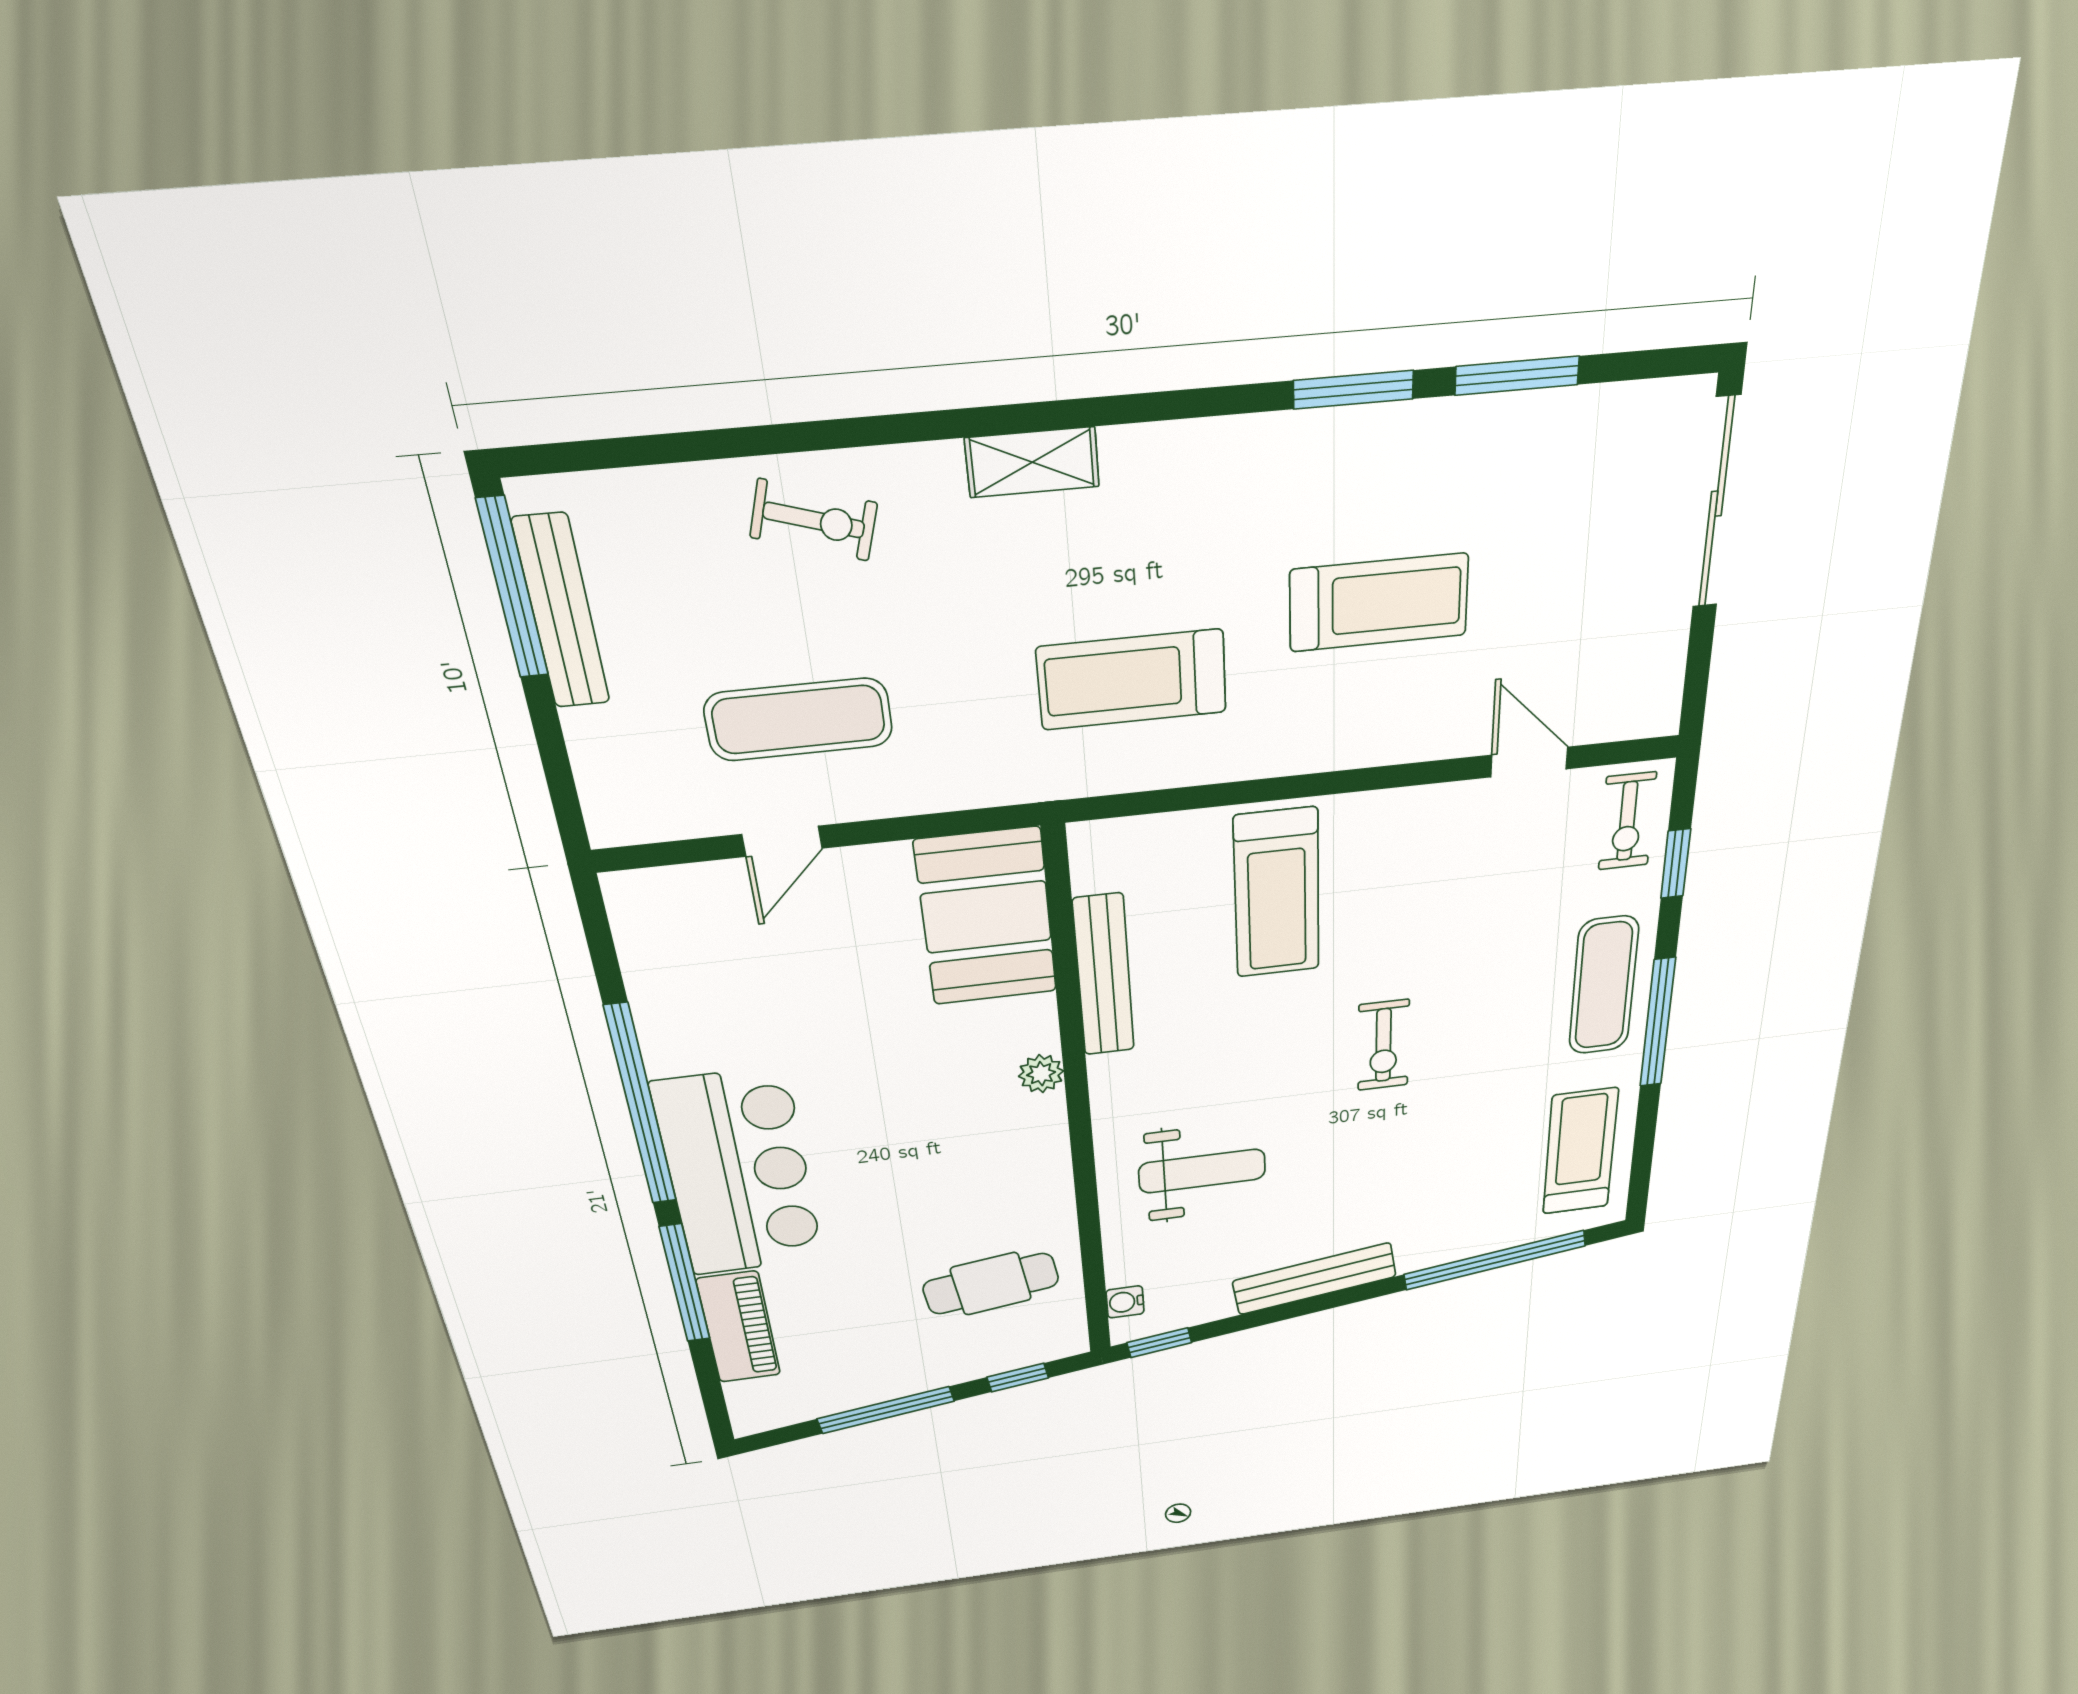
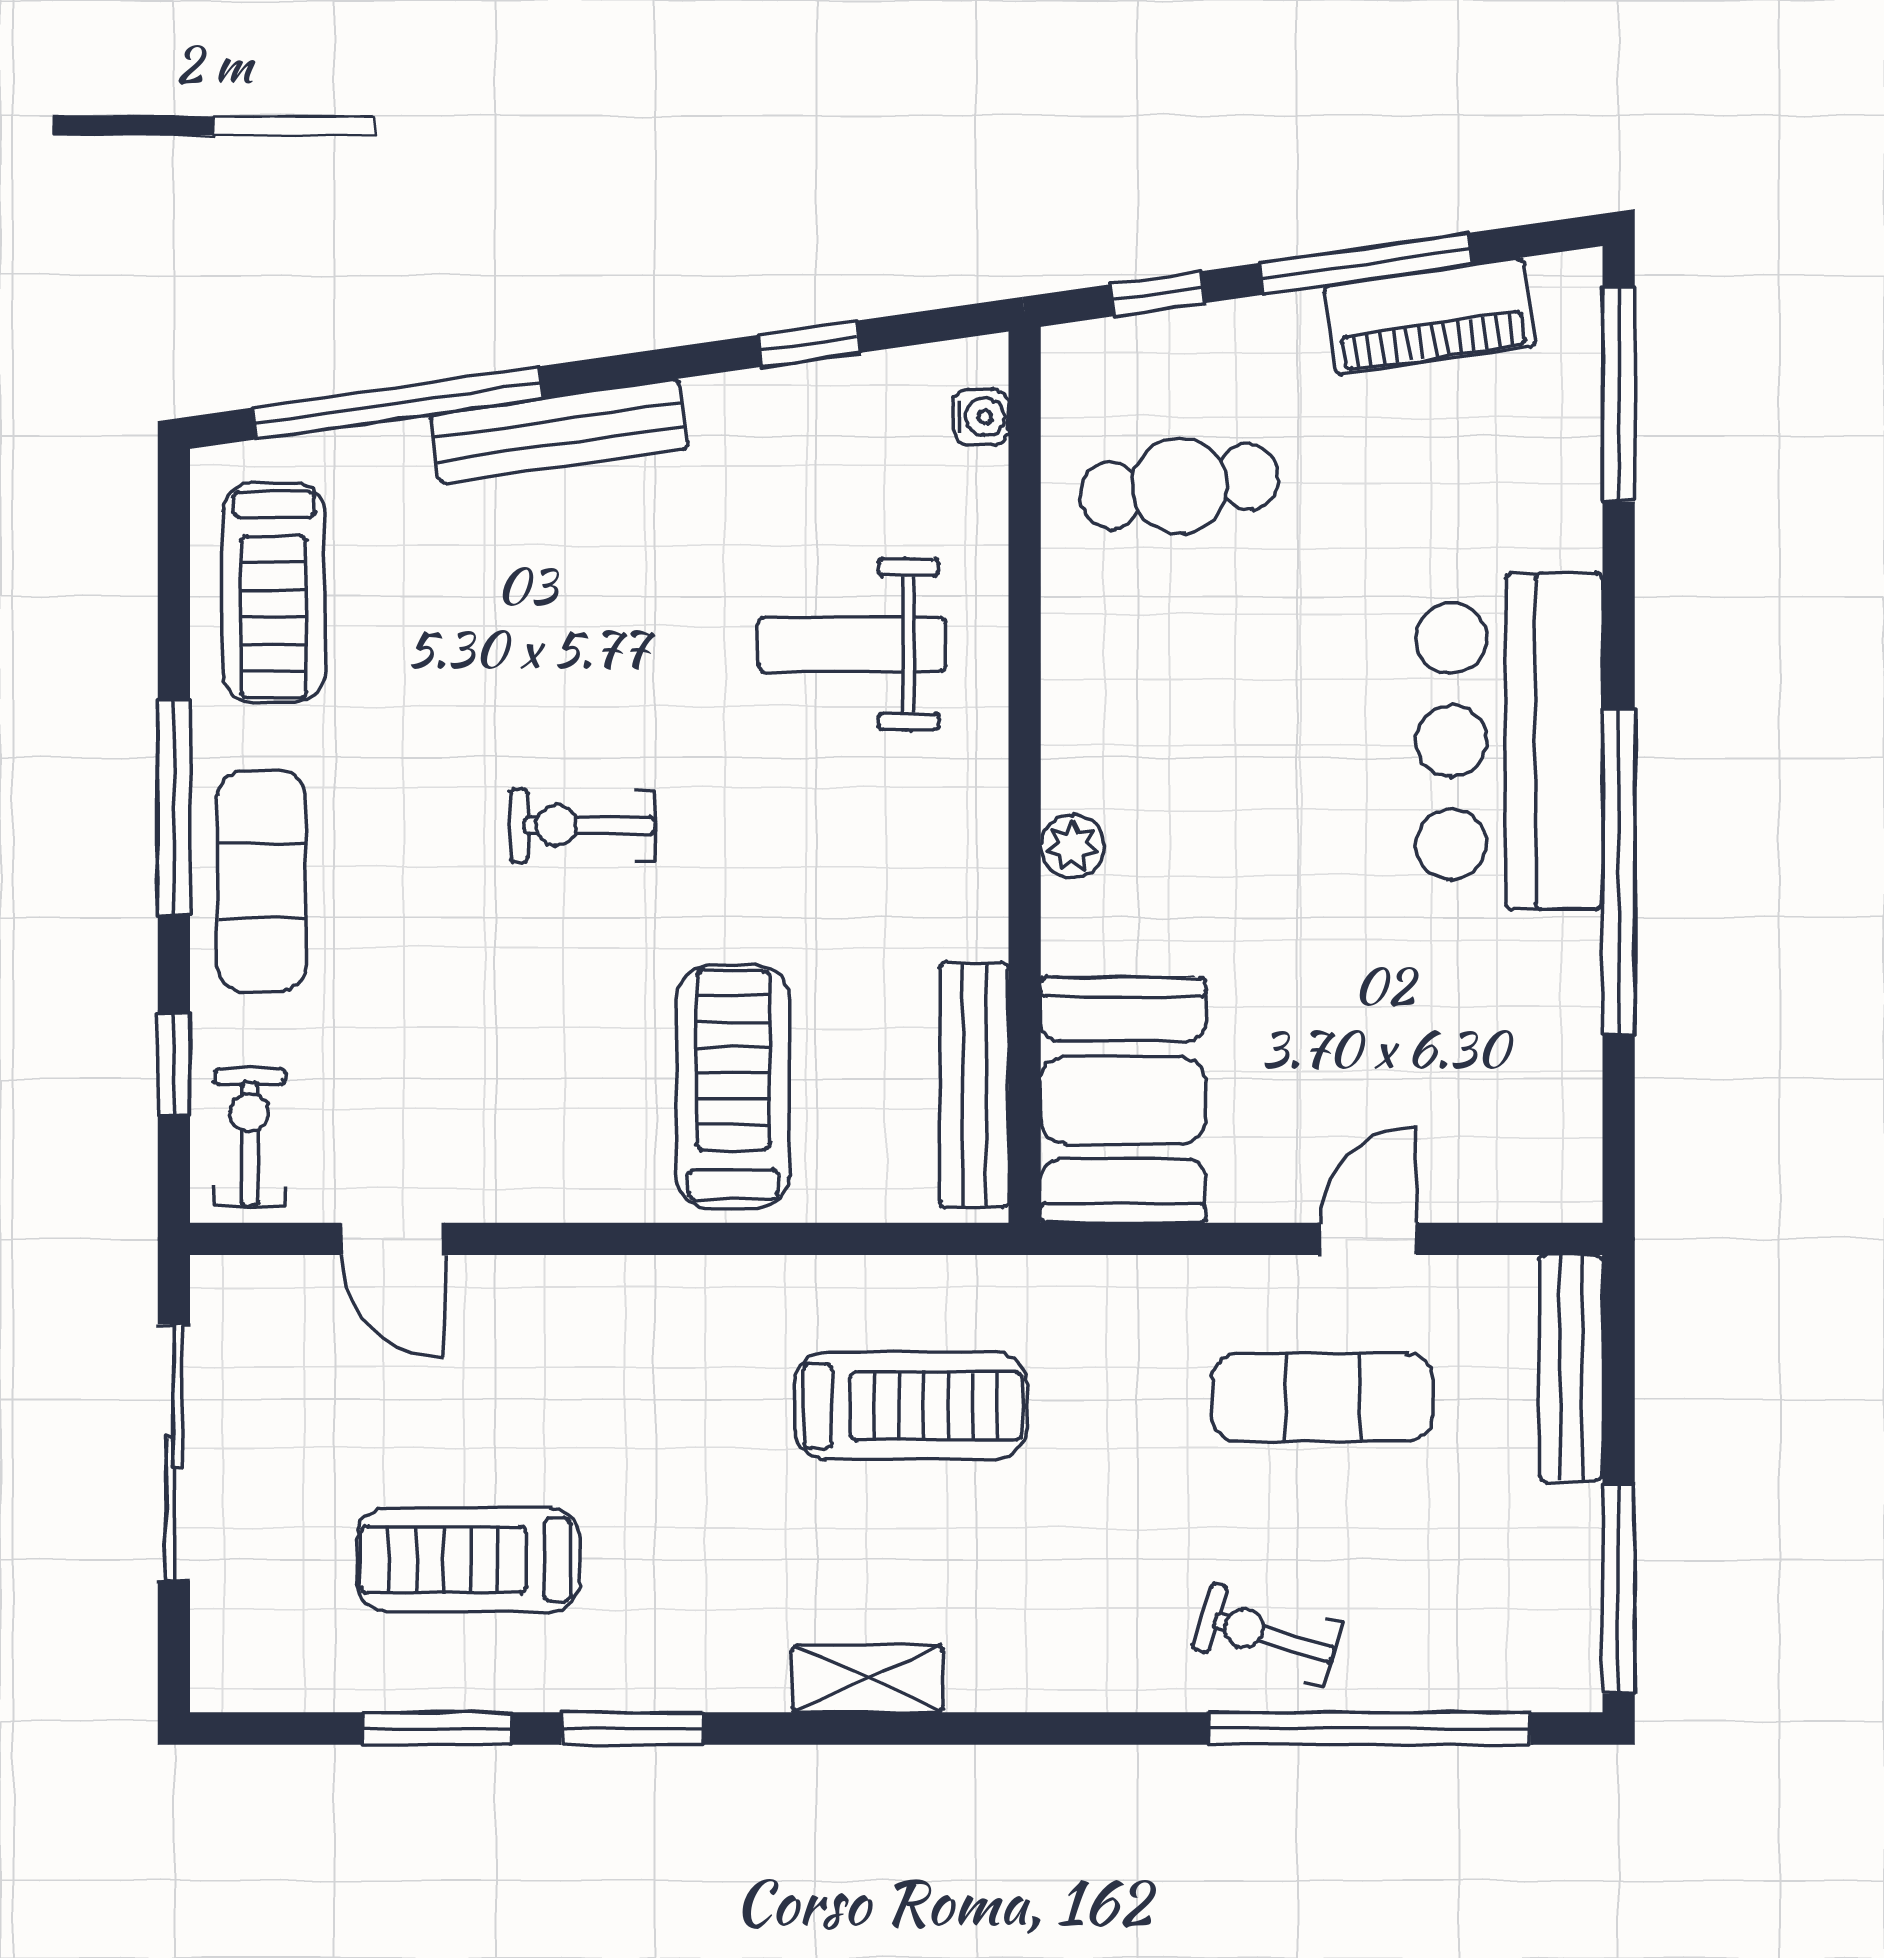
window: (709, 445) -> (1369, 1729), added
shelving: (1032, 462) -> (868, 1679), moved
sliding door: (1716, 504) -> (174, 1452), moved
treadmill: (1379, 603) -> (468, 1560), moved
bench: (561, 612) -> (1571, 1368), moved
bench: (1104, 975) -> (974, 1085), moved
exercise bike: (1383, 1045) -> (582, 825), turned -90
bench: (1314, 1279) -> (559, 431), moved
window: (685, 1283) -> (1619, 394), moved
piano: (739, 1327) -> (1430, 316), moved, turned -98
window: (1159, 1343) -> (809, 344), moved

